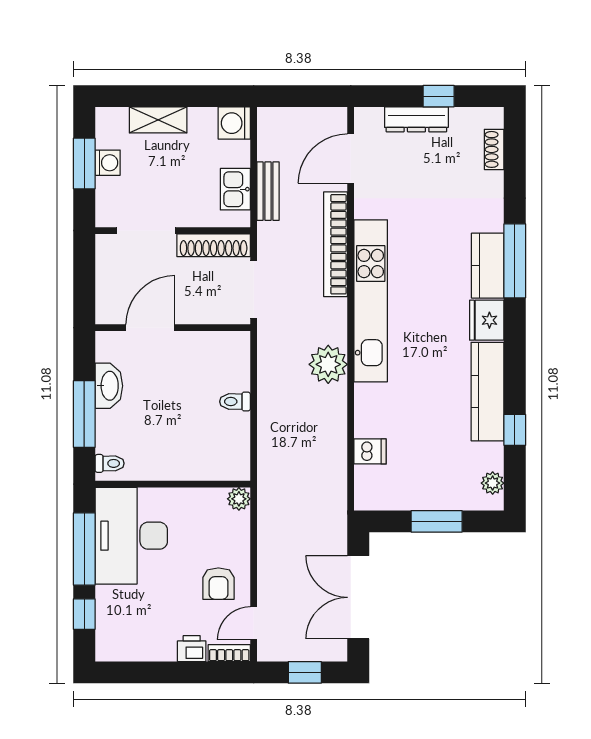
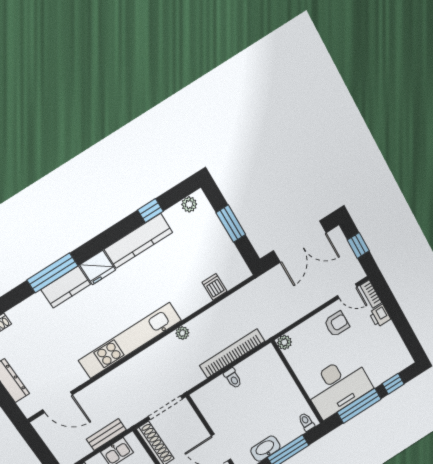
bookcase: (336, 244) -> (232, 353), moved, turned 180
plant: (328, 364) -> (182, 333), width x0.53, depth x0.53

